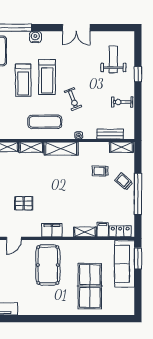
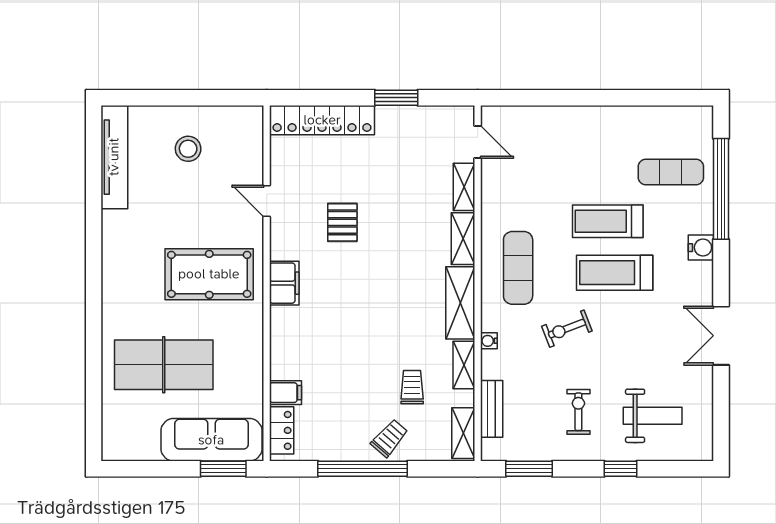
exercise bike: (122, 102) -> (578, 412), moved
window: (138, 117) -> (529, 469), added
shelving: (85, 232) -> (464, 365), moved

